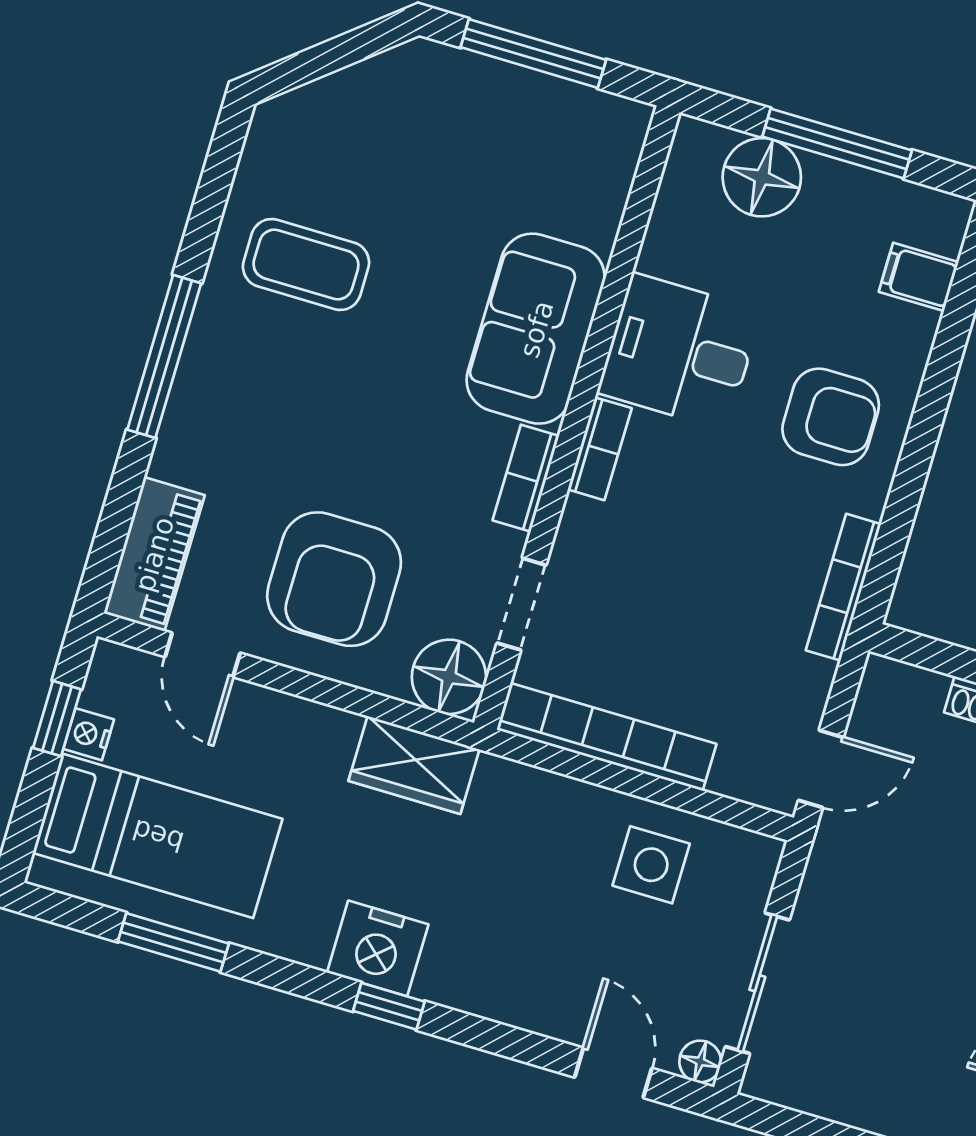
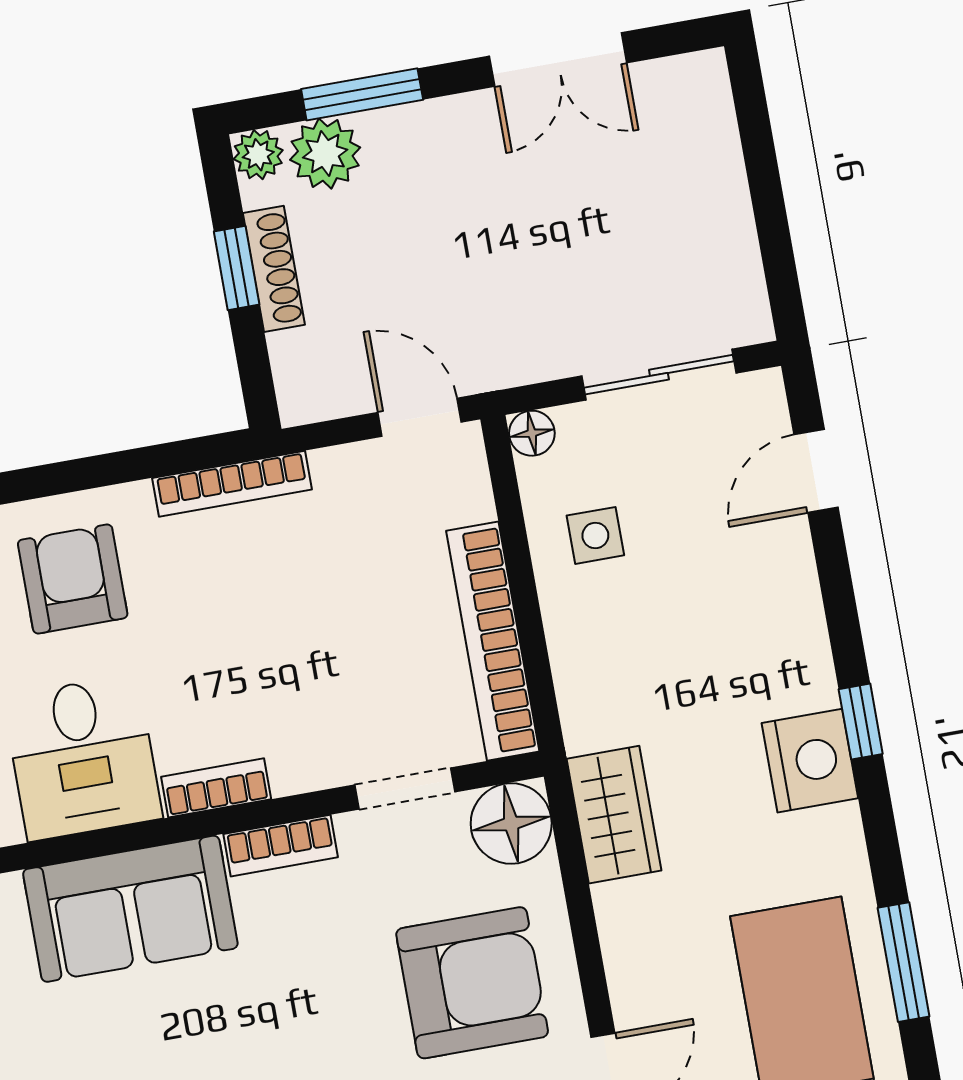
side table: (651, 865) -> (595, 535), width x0.73, depth x0.73
floor lamp: (700, 1061) -> (532, 433), moved

